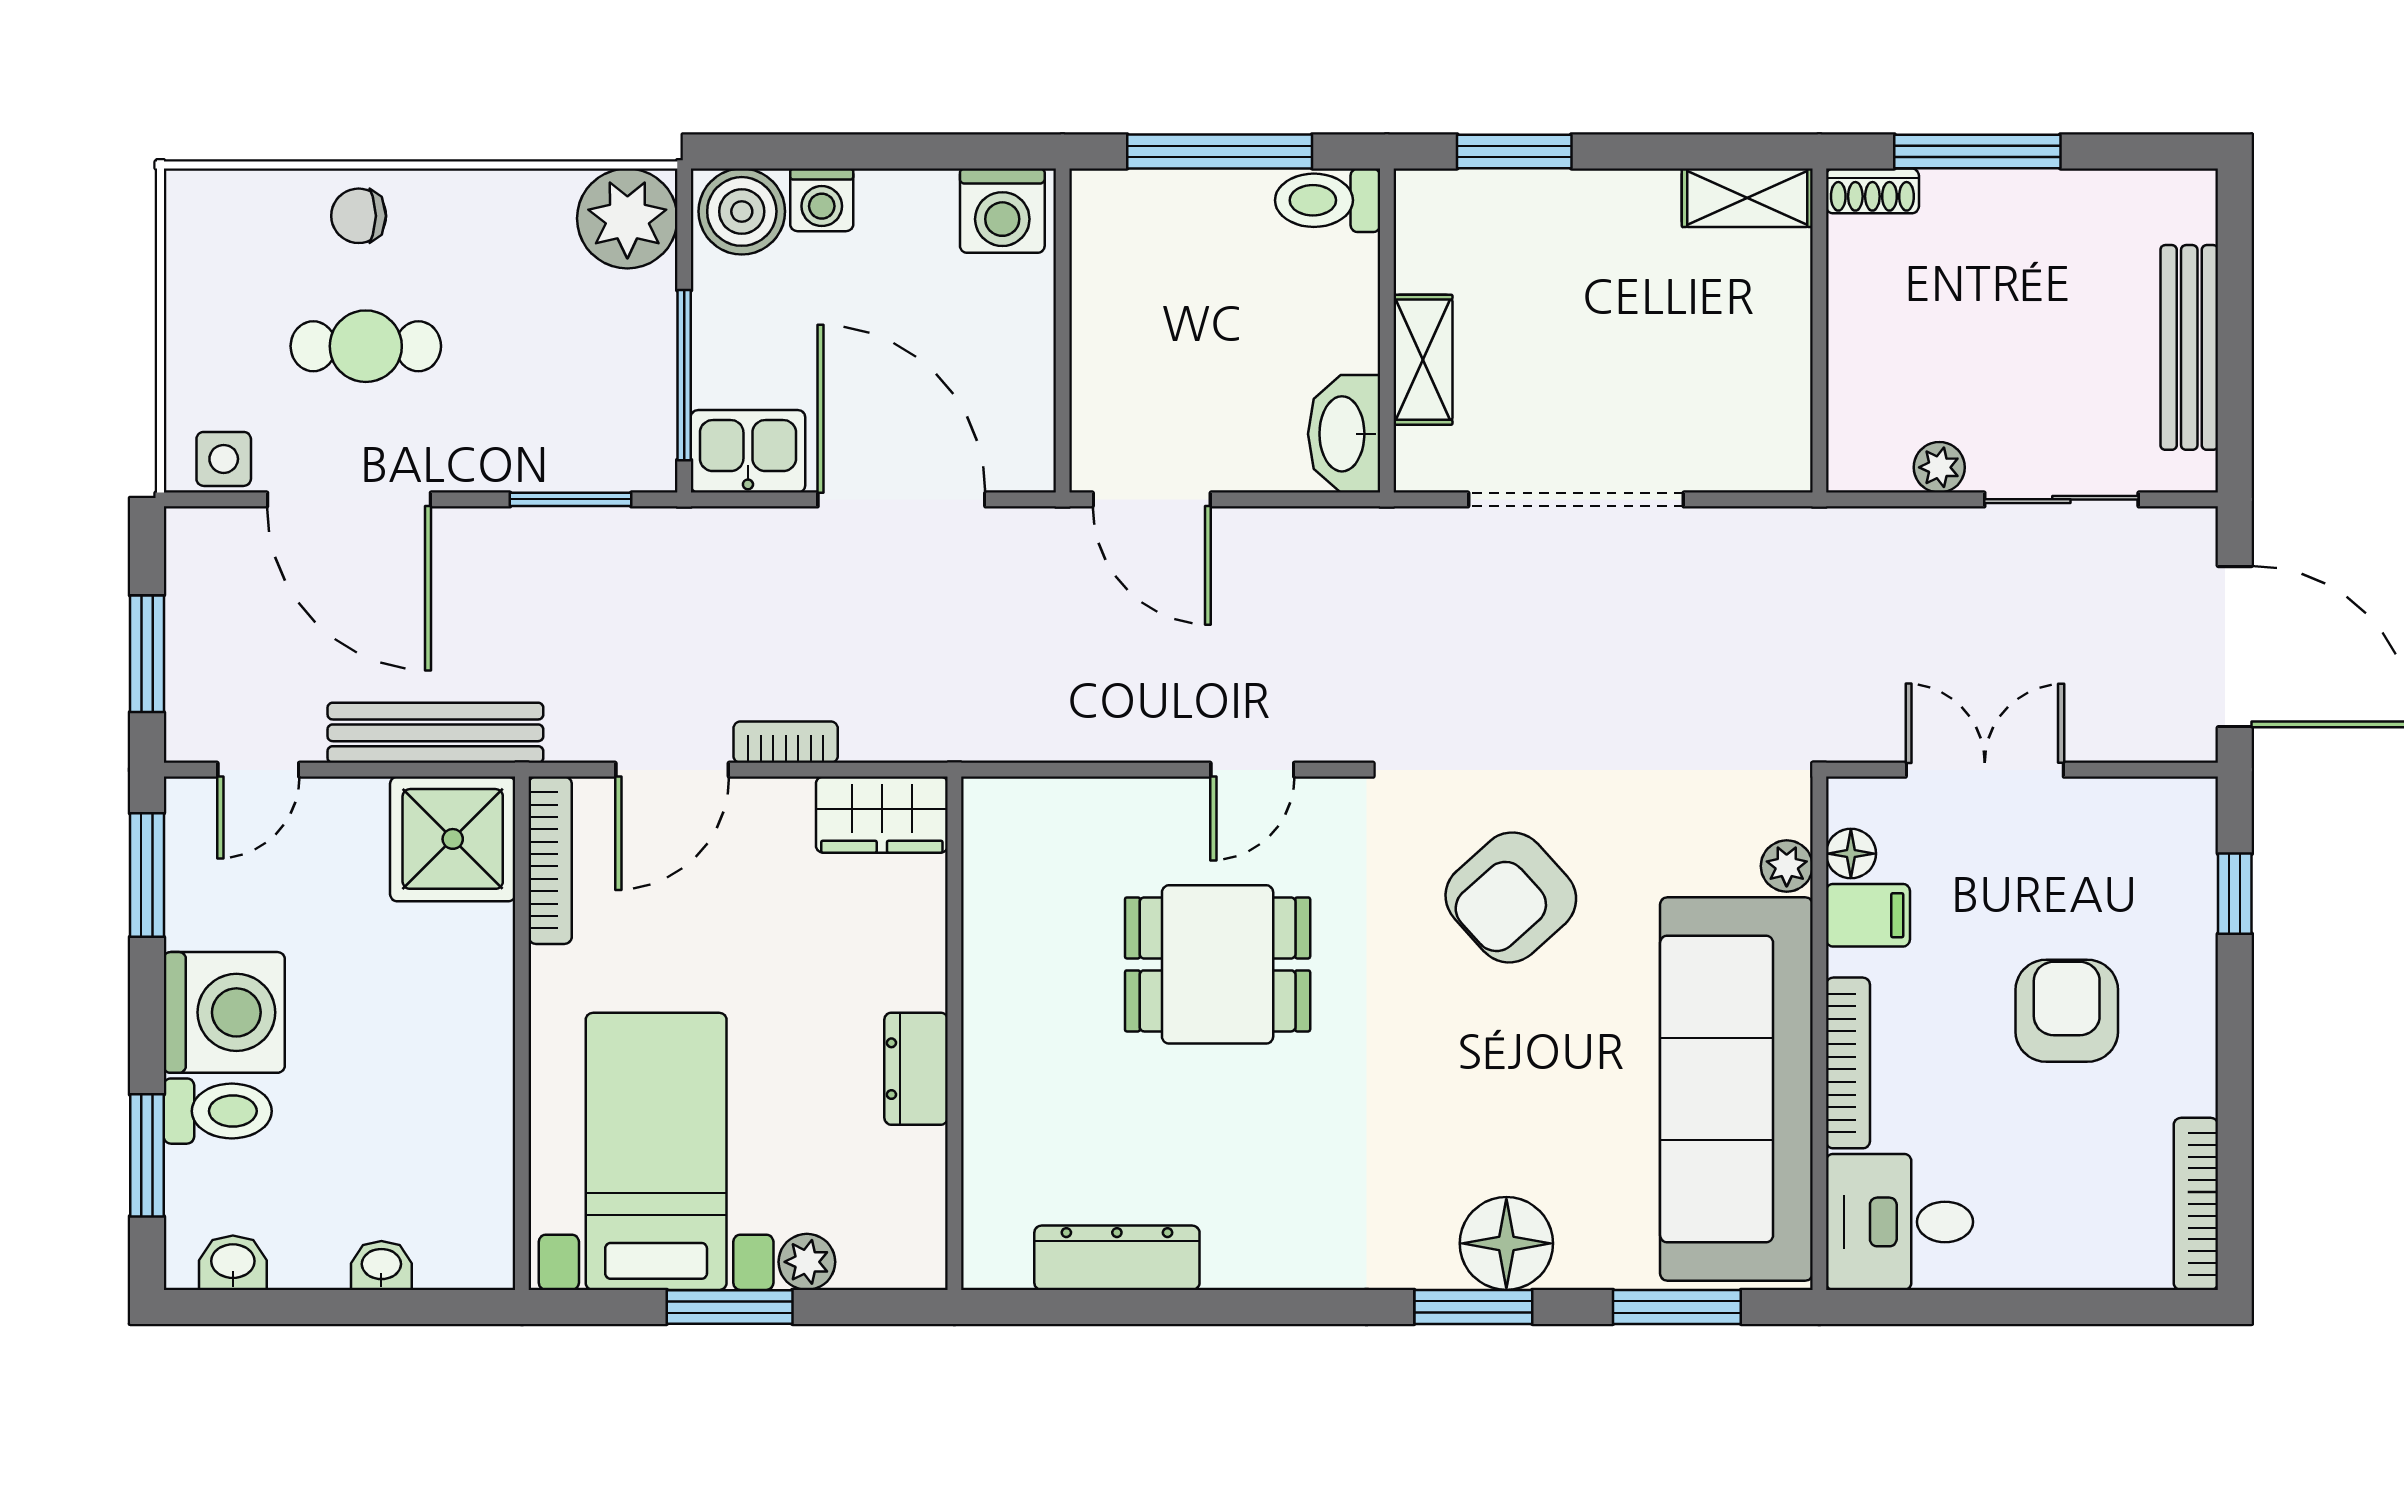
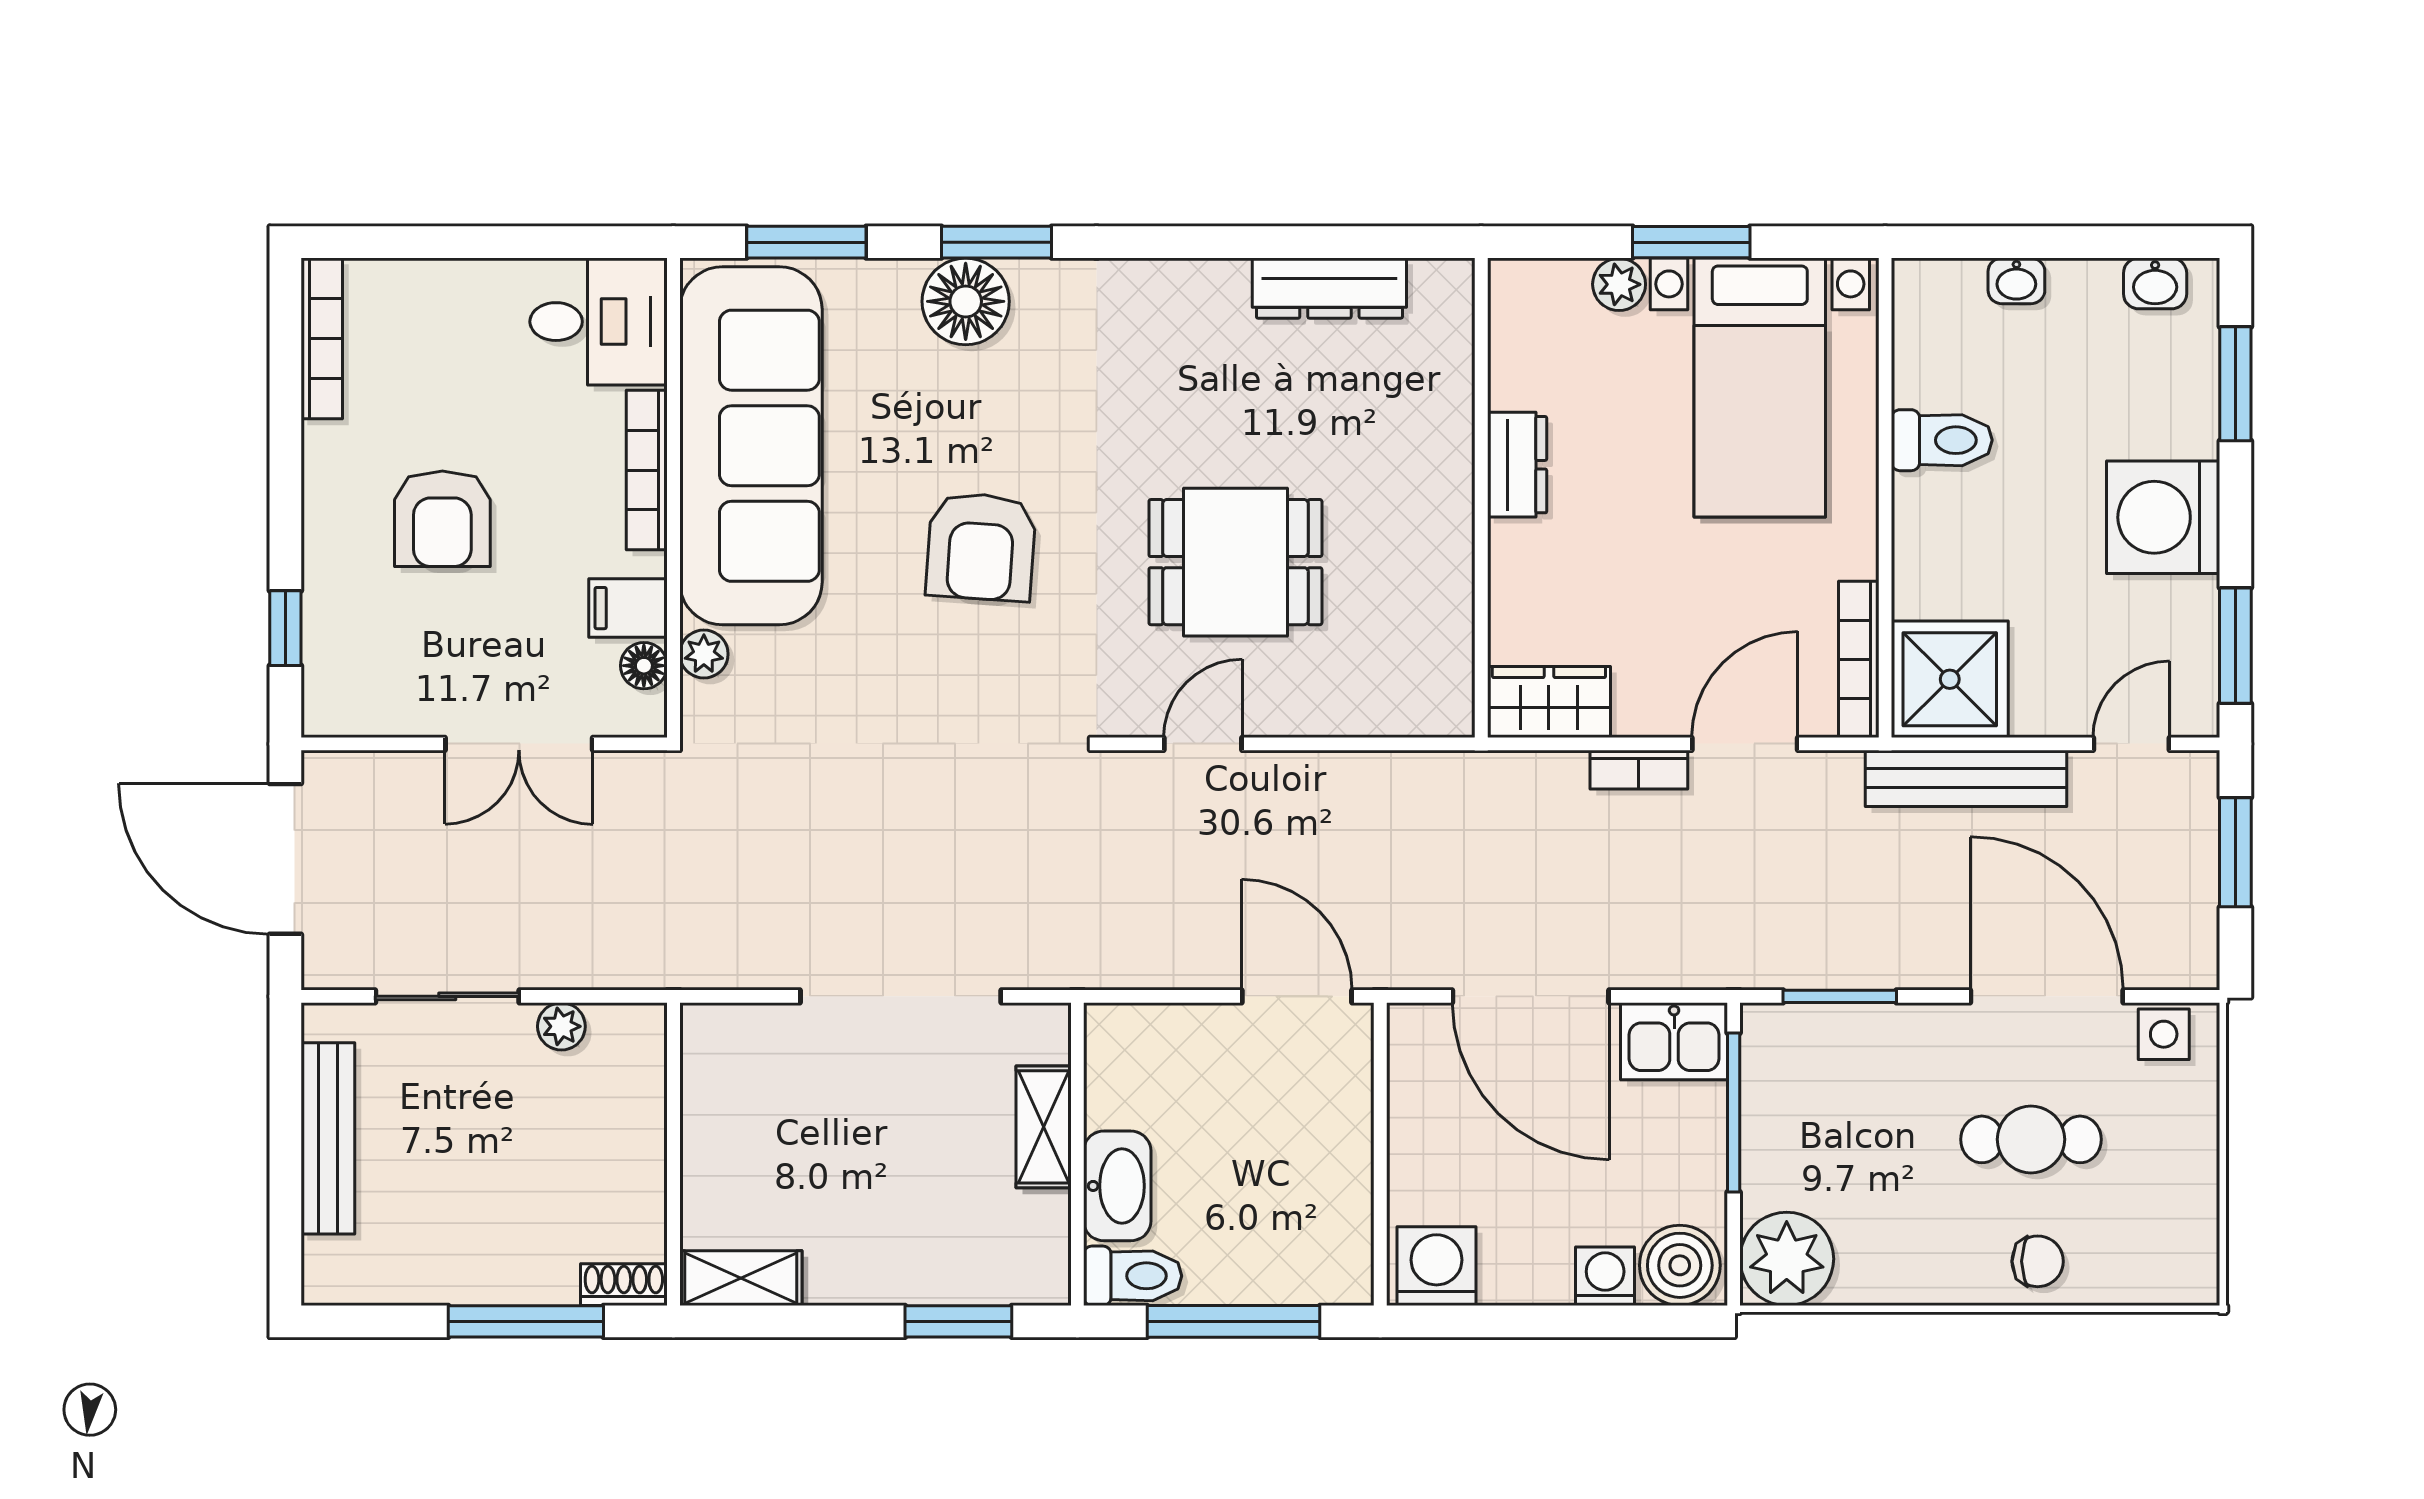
washbasin: (1344, 434) -> (1117, 1186), moved
armchair: (1511, 897) -> (981, 547), moved, turned 136
toilet: (218, 1111) -> (1942, 440), moved, turned 180

